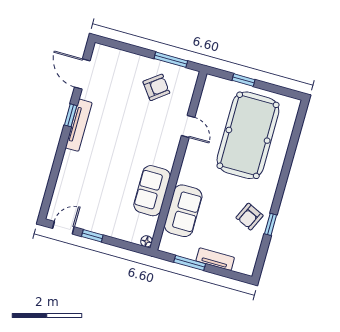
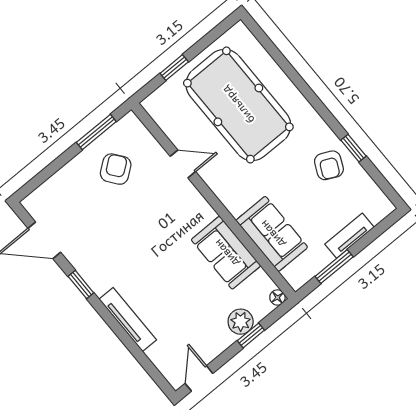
tv unit: (79, 125) -> (128, 320), moved
plant: (116, 229) -> (241, 322), added
window: (92, 236) -> (251, 335), moved

